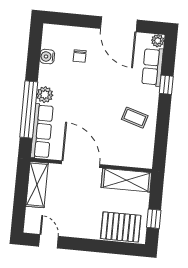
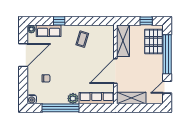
water cooler: (47, 57) -> (32, 99), moved
window: (29, 110) -> (60, 108), moved
window: (99, 246) -> (167, 54), added

